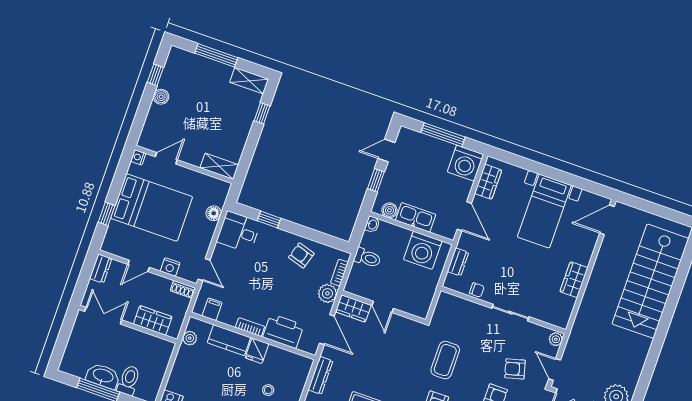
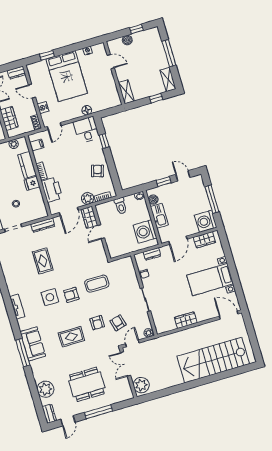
door: (166, 158) -> (111, 62), moved
wall: (184, 164) -> (114, 73), moved
shelving: (219, 166) -> (126, 92), moved

